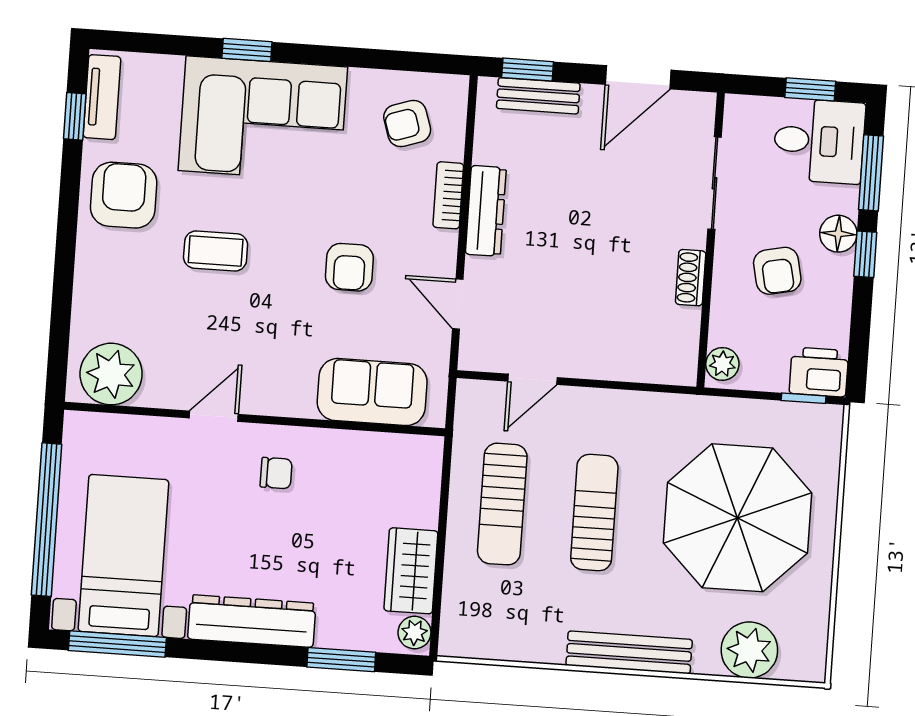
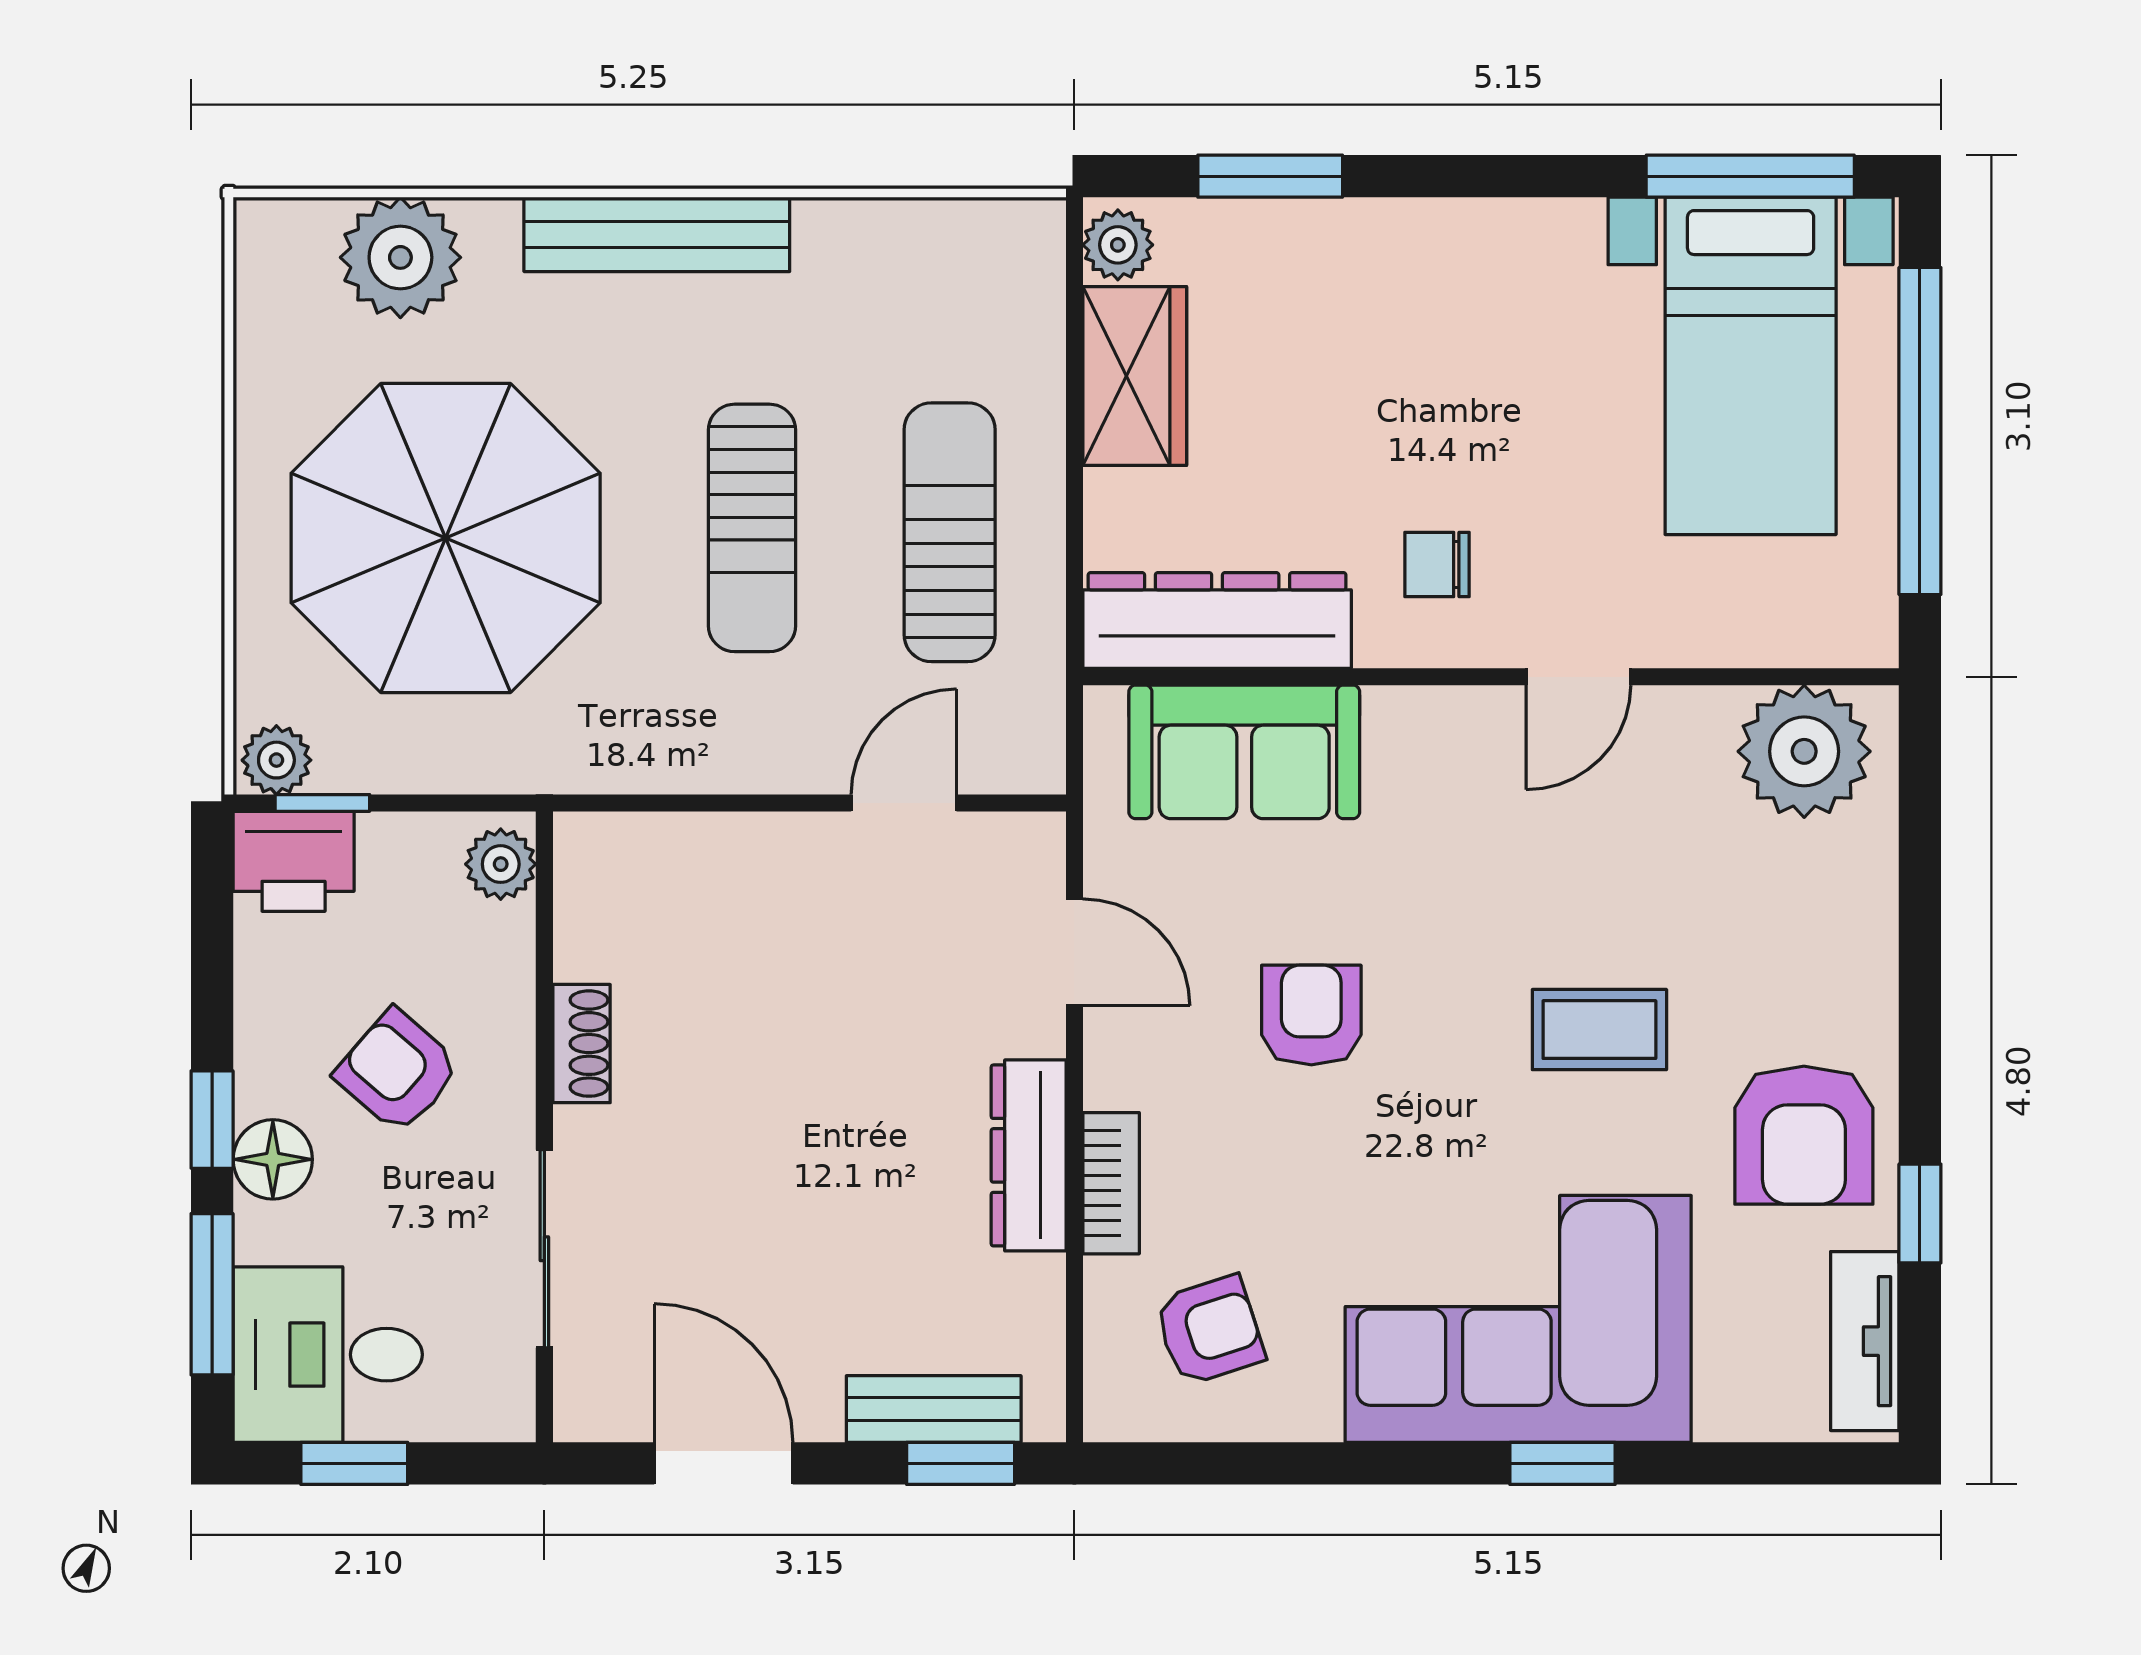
door: (638, 77) -> (723, 1463), hinge flipped
window: (75, 116) -> (1920, 1213), moved
armchair: (777, 271) -> (398, 1071), turned -37
plant: (824, 420) -> (276, 760), added
dresser: (252, 621) -> (1217, 620), moved, turned 180

